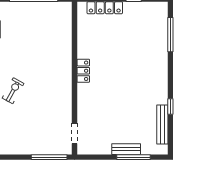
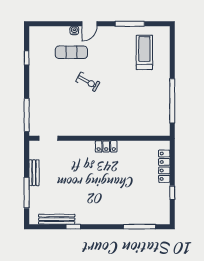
bench: (126, 149) -> (34, 173), moved

